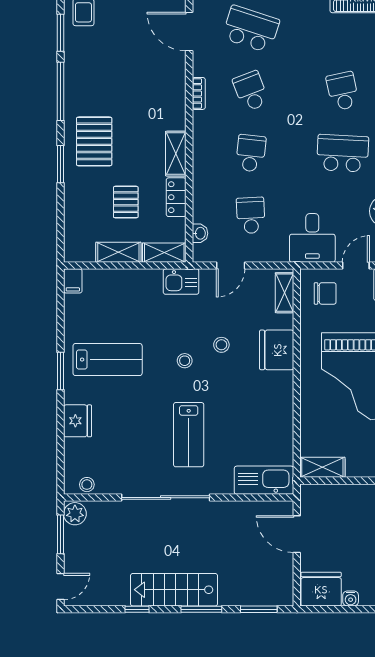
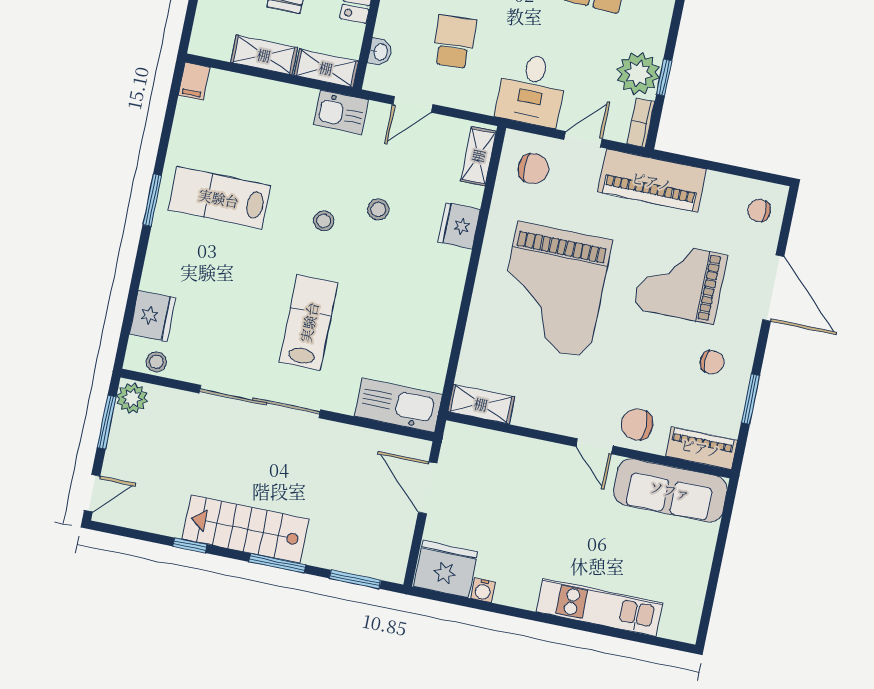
fridge: (277, 350) -> (459, 226), width x0.73, depth x0.75
lab bench: (108, 360) -> (219, 198), turned 180
fridge: (78, 421) -> (153, 316), moved
lab bench: (189, 435) -> (309, 322), turned 180

